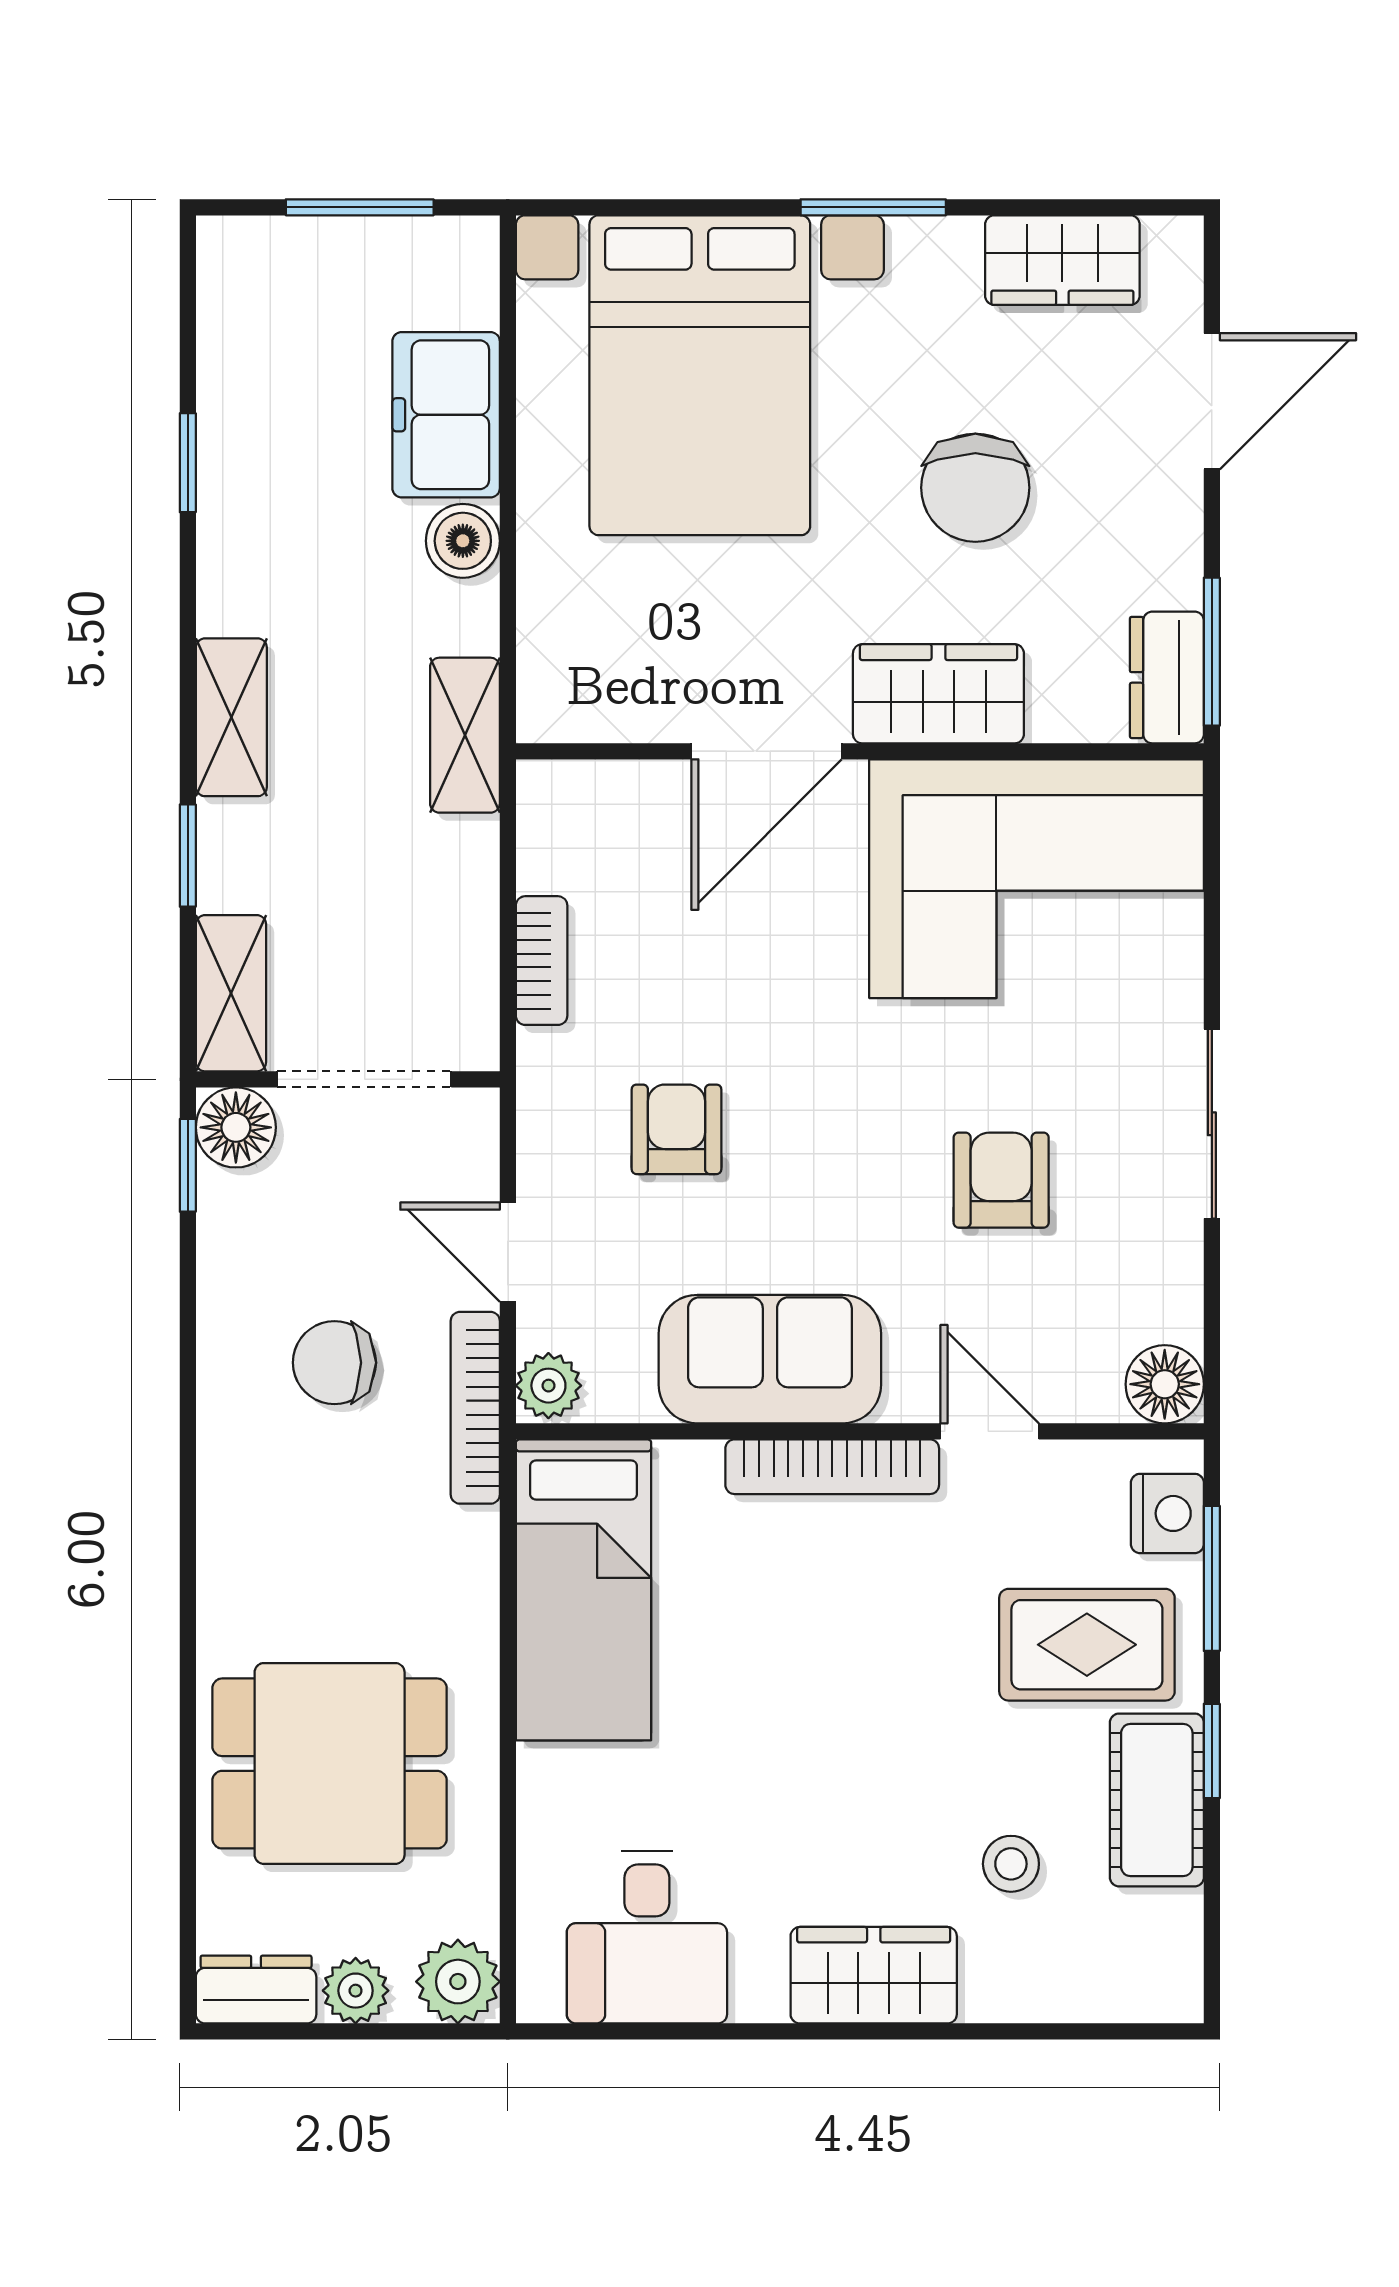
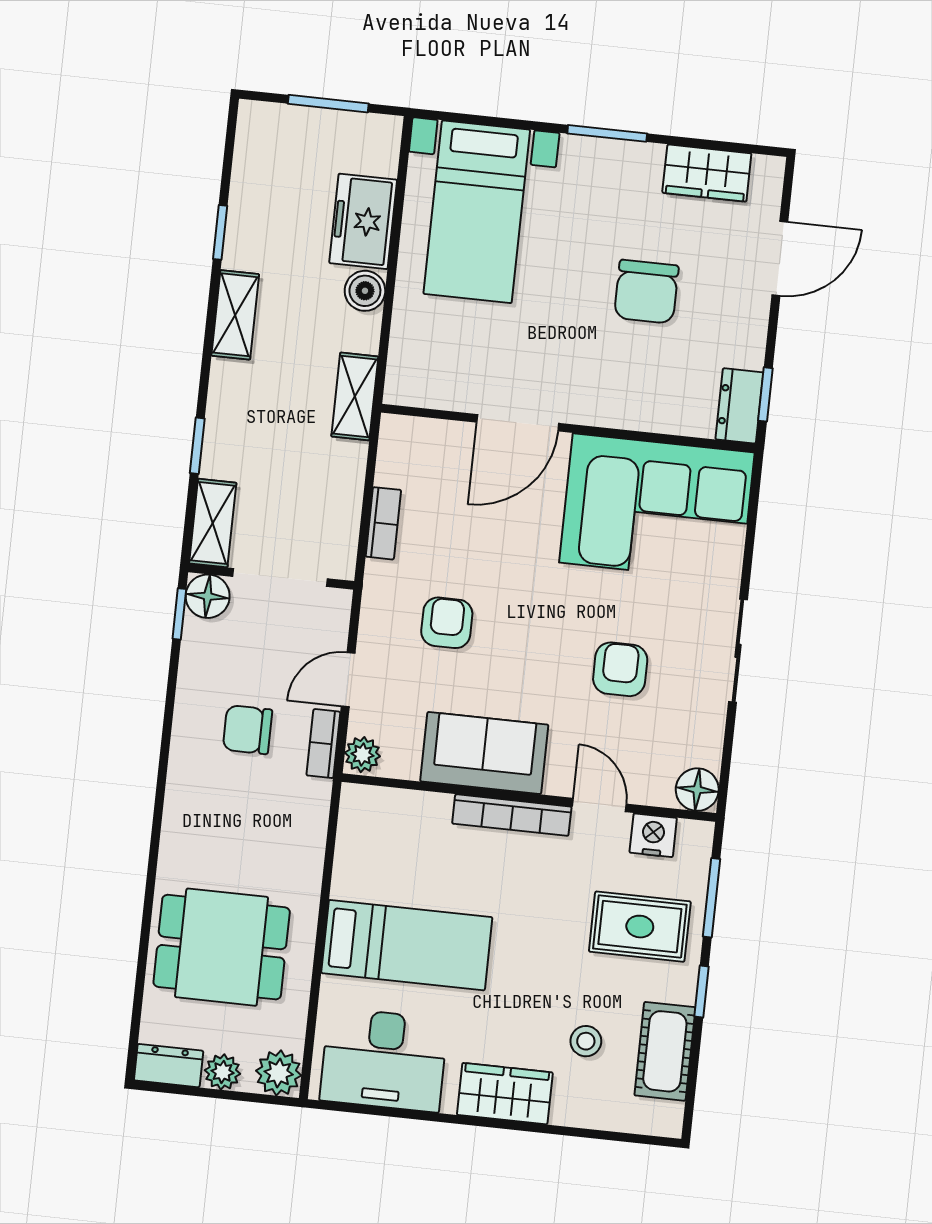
bed with nightstands: (700, 375) -> (477, 212), width x0.73
window: (1212, 652) -> (765, 394), width x0.67
wardrobe: (938, 694) -> (614, 401), removed
shelving: (231, 717) -> (235, 315), moved
door: (508, 1252) -> (348, 680), hinge flipped
bookcase: (475, 1408) -> (323, 744), width x0.64
nightstand: (1167, 1513) -> (653, 835), moved, turned -90
bed: (584, 1590) -> (407, 945), moved, turned -90
cot: (1157, 1800) -> (665, 1051), moved
desk: (647, 1937) -> (384, 1060), width x1.37

